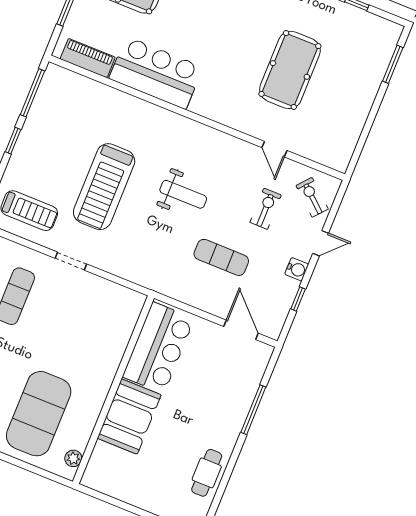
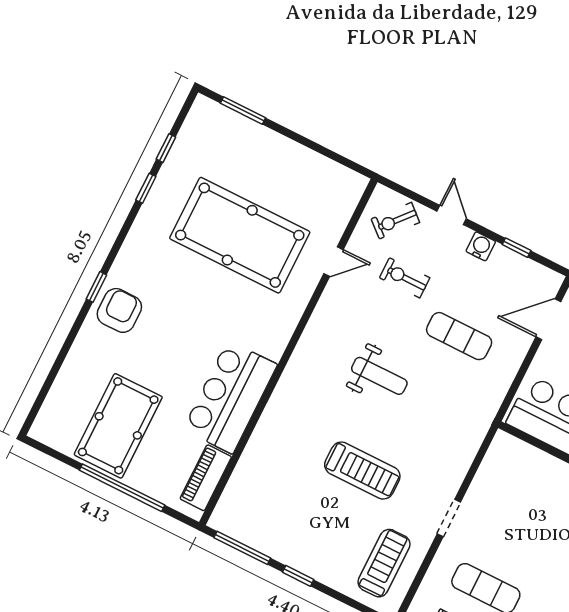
pool table: (290, 70) -> (240, 235), width x1.36, depth x1.32
treadmill: (104, 187) -> (362, 471), width x0.73, depth x0.73
weight bench: (183, 194) -> (379, 376), turned 90
exercise mat: (221, 257) -> (459, 336), turned 90

